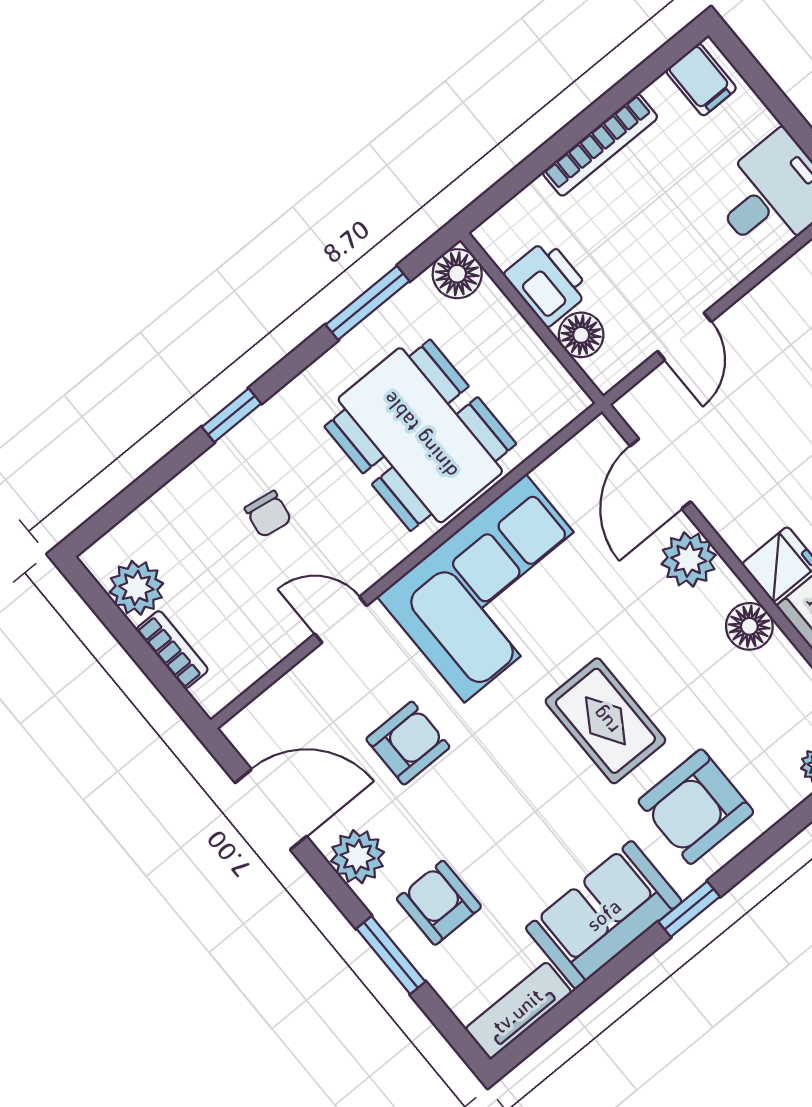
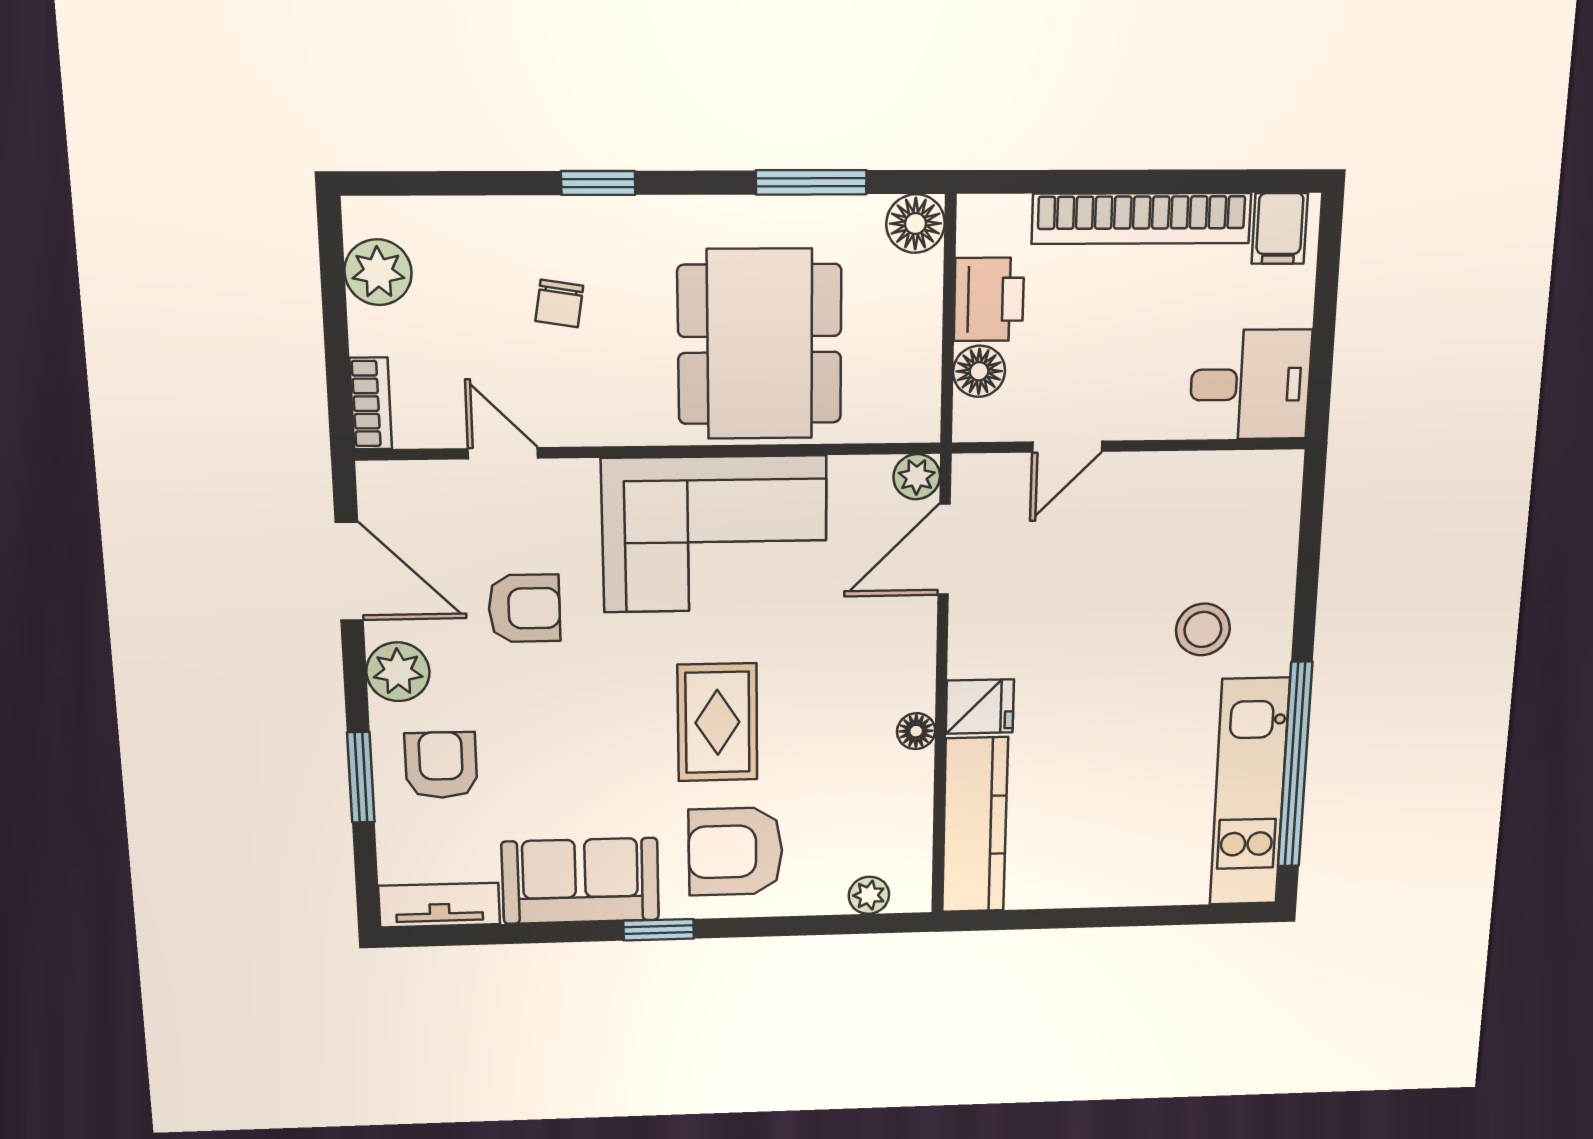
bookcase: (600, 145) -> (1141, 219), width x1.48, depth x1.31
plant: (689, 559) -> (917, 477), moved, width x0.73, depth x0.73
door: (341, 620) -> (503, 453), moved
floor lamp: (749, 626) -> (916, 731), width x0.73, depth x0.73
bookcase: (172, 650) -> (371, 404), moved

